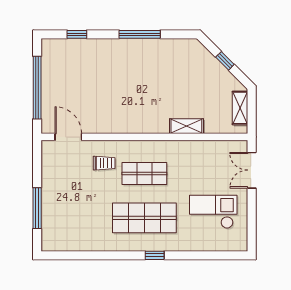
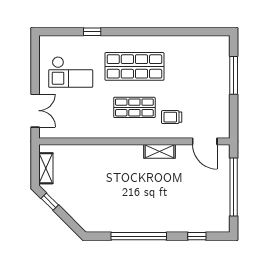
window: (140, 34) -> (139, 236), width x1.46
window: (225, 61) -> (50, 202), moved
shelving: (186, 126) -> (159, 151), moved
window: (155, 255) -> (92, 32), moved

